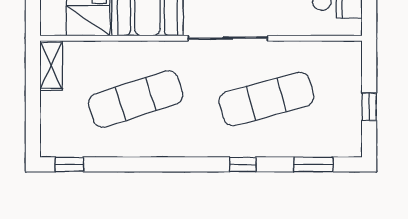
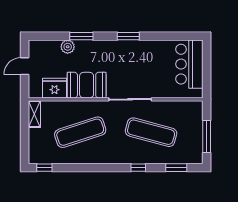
exercise mat: (266, 99) -> (151, 132), turned 30
window: (369, 107) -> (207, 136), width x2.17

